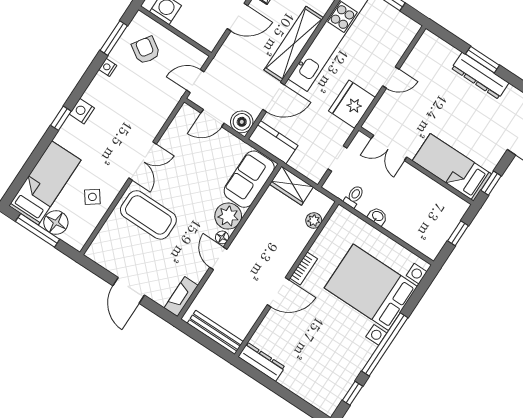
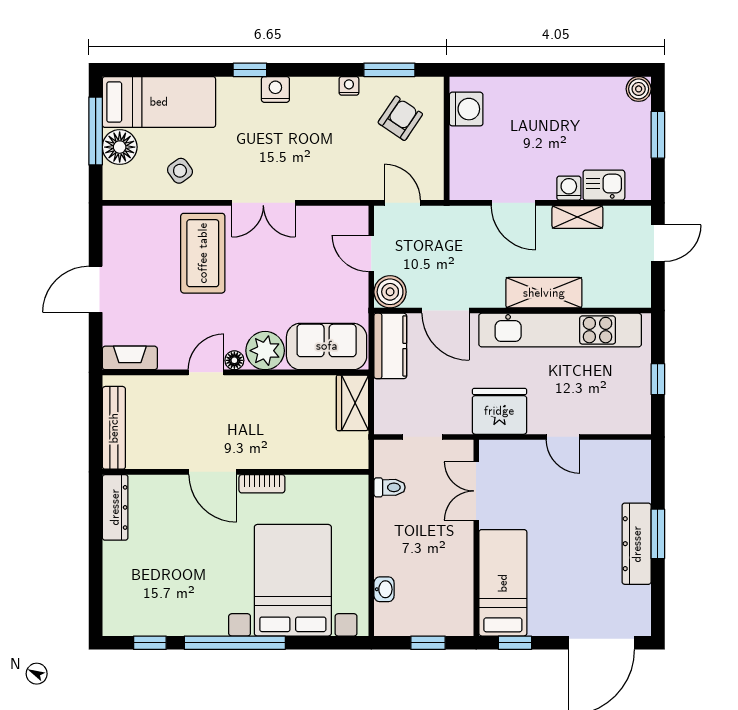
shelving: (294, 44) -> (544, 293), width x0.68
washbasin: (378, 216) -> (384, 589), moved
plant: (314, 221) -> (328, 458), removed

